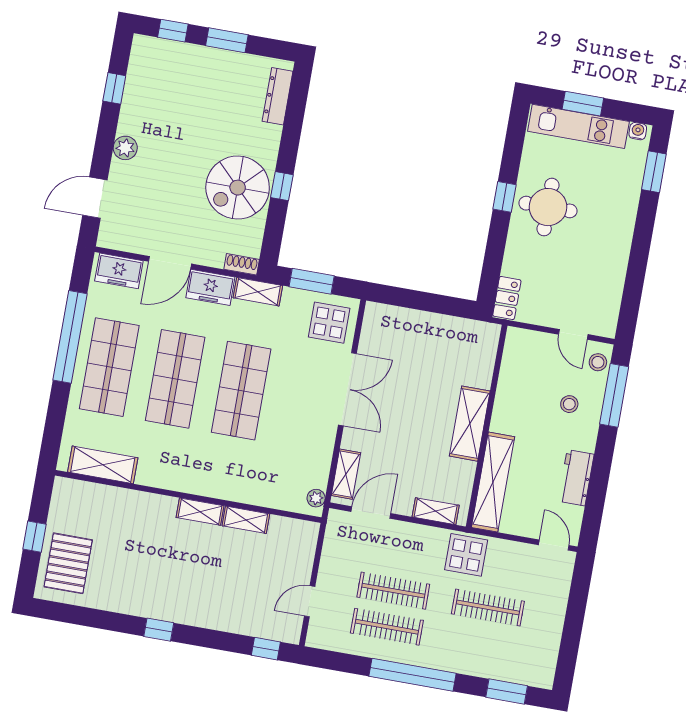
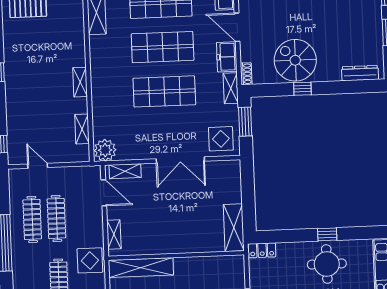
shelving: (470, 424) -> (234, 228), moved, turned 90
plant: (316, 498) -> (105, 150), width x1.88, depth x1.88
shelving: (246, 520) -> (82, 129), moved

